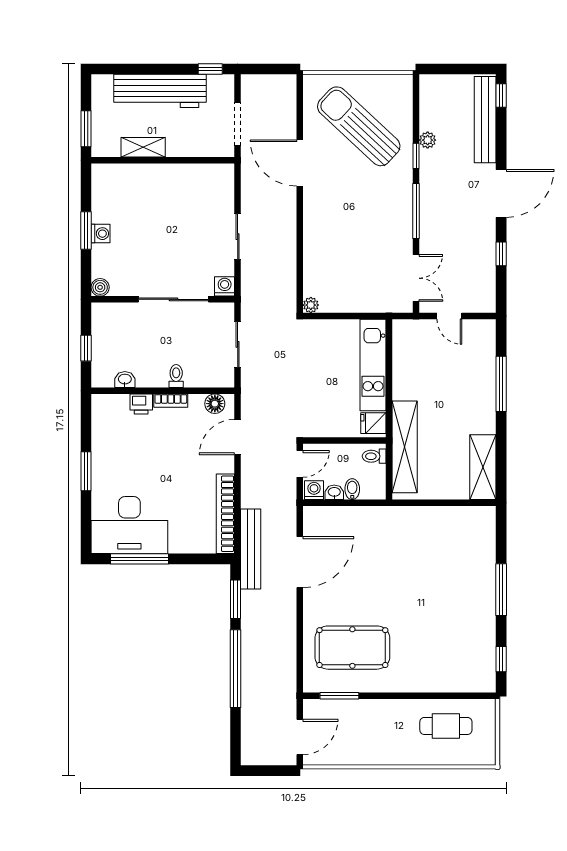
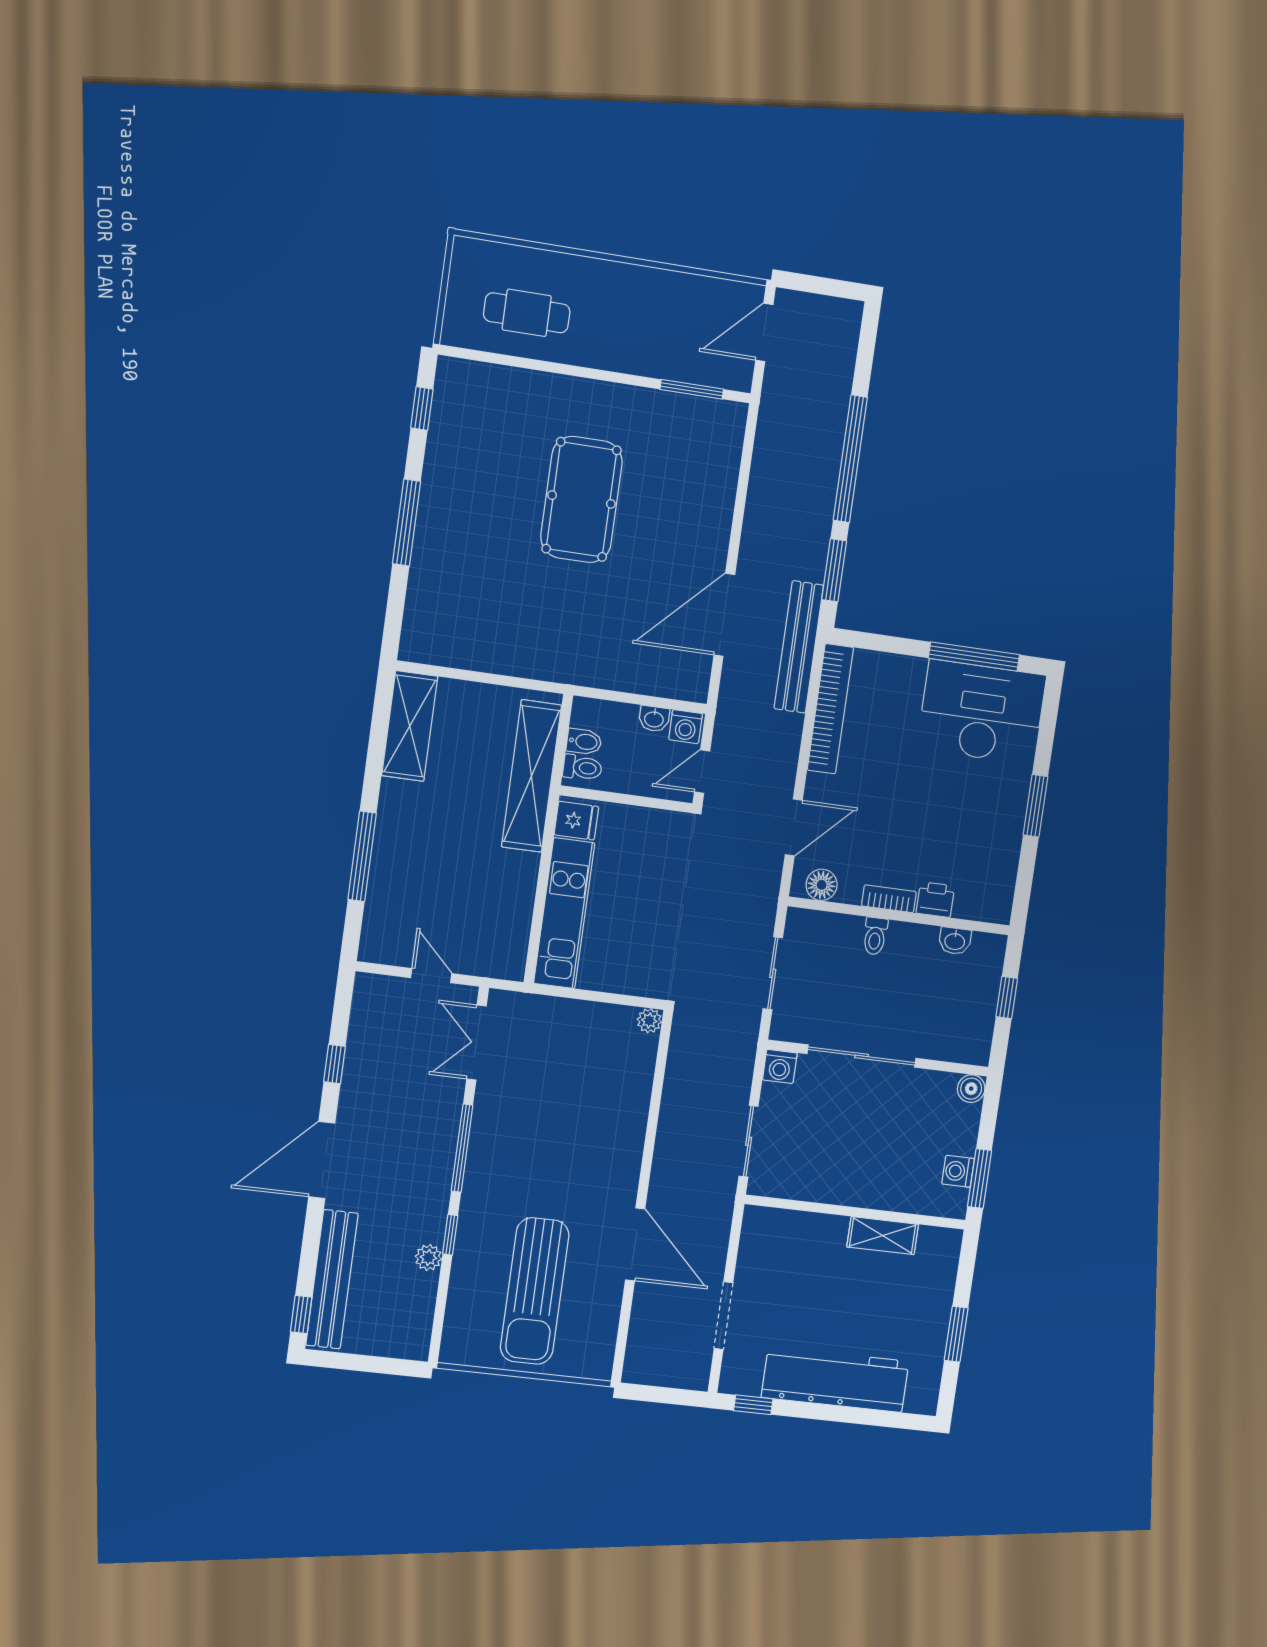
sun lounger: (359, 126) -> (535, 1291), turned 47
shelving: (143, 147) -> (883, 1236), moved
wall: (163, 160) -> (855, 1212), moved
bidet: (352, 489) -> (584, 742), moved, turned -90
pool table: (352, 648) -> (581, 499), moved, turned 90

